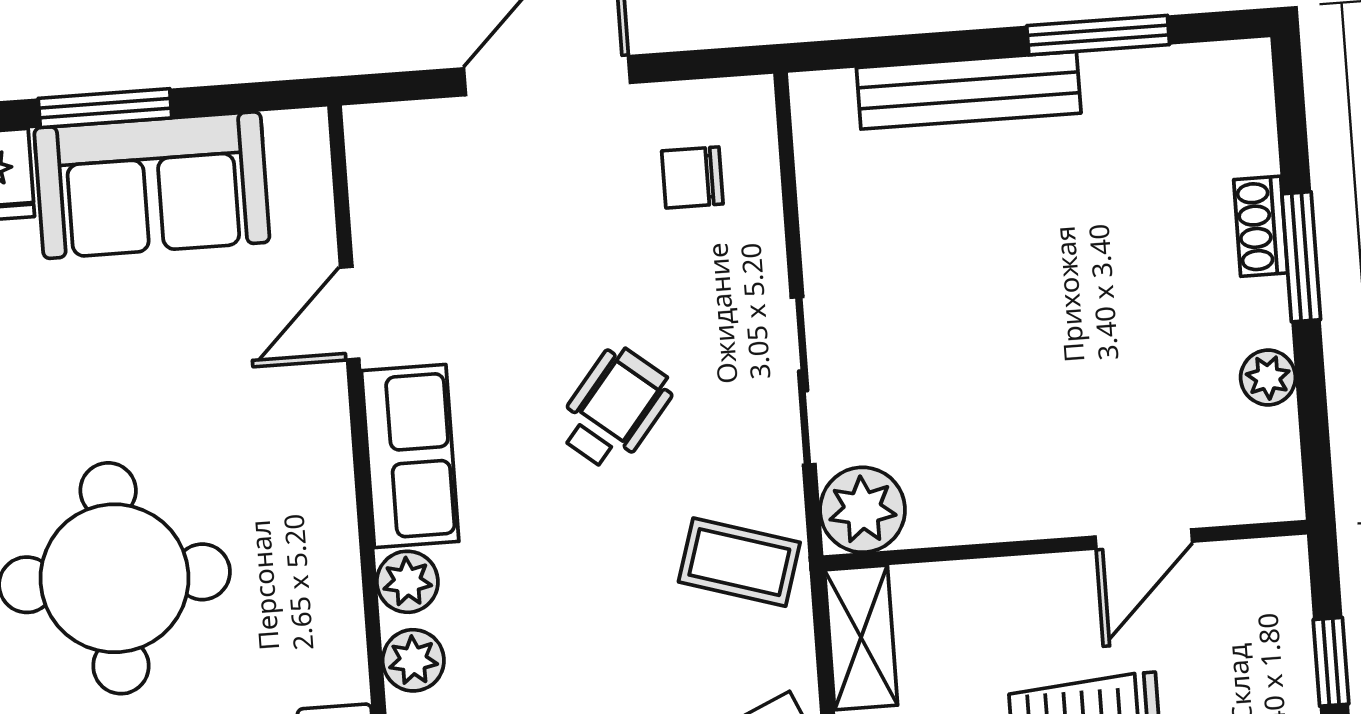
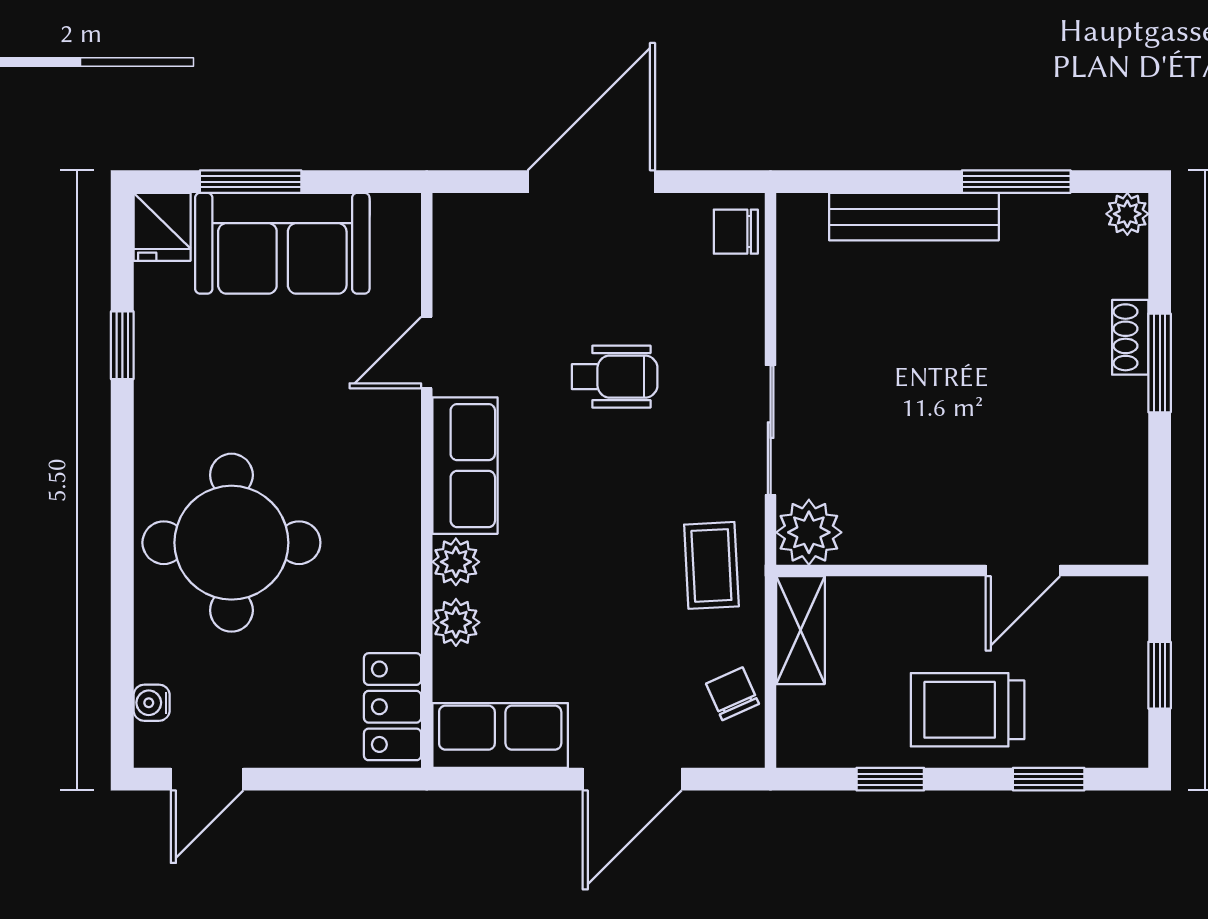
chair: (692, 177) -> (736, 232), moved
plant: (1268, 377) -> (1127, 214), moved
wheelchair: (615, 408) -> (615, 377), moved, turned 51
coffee table: (739, 562) -> (711, 565), turned 70

